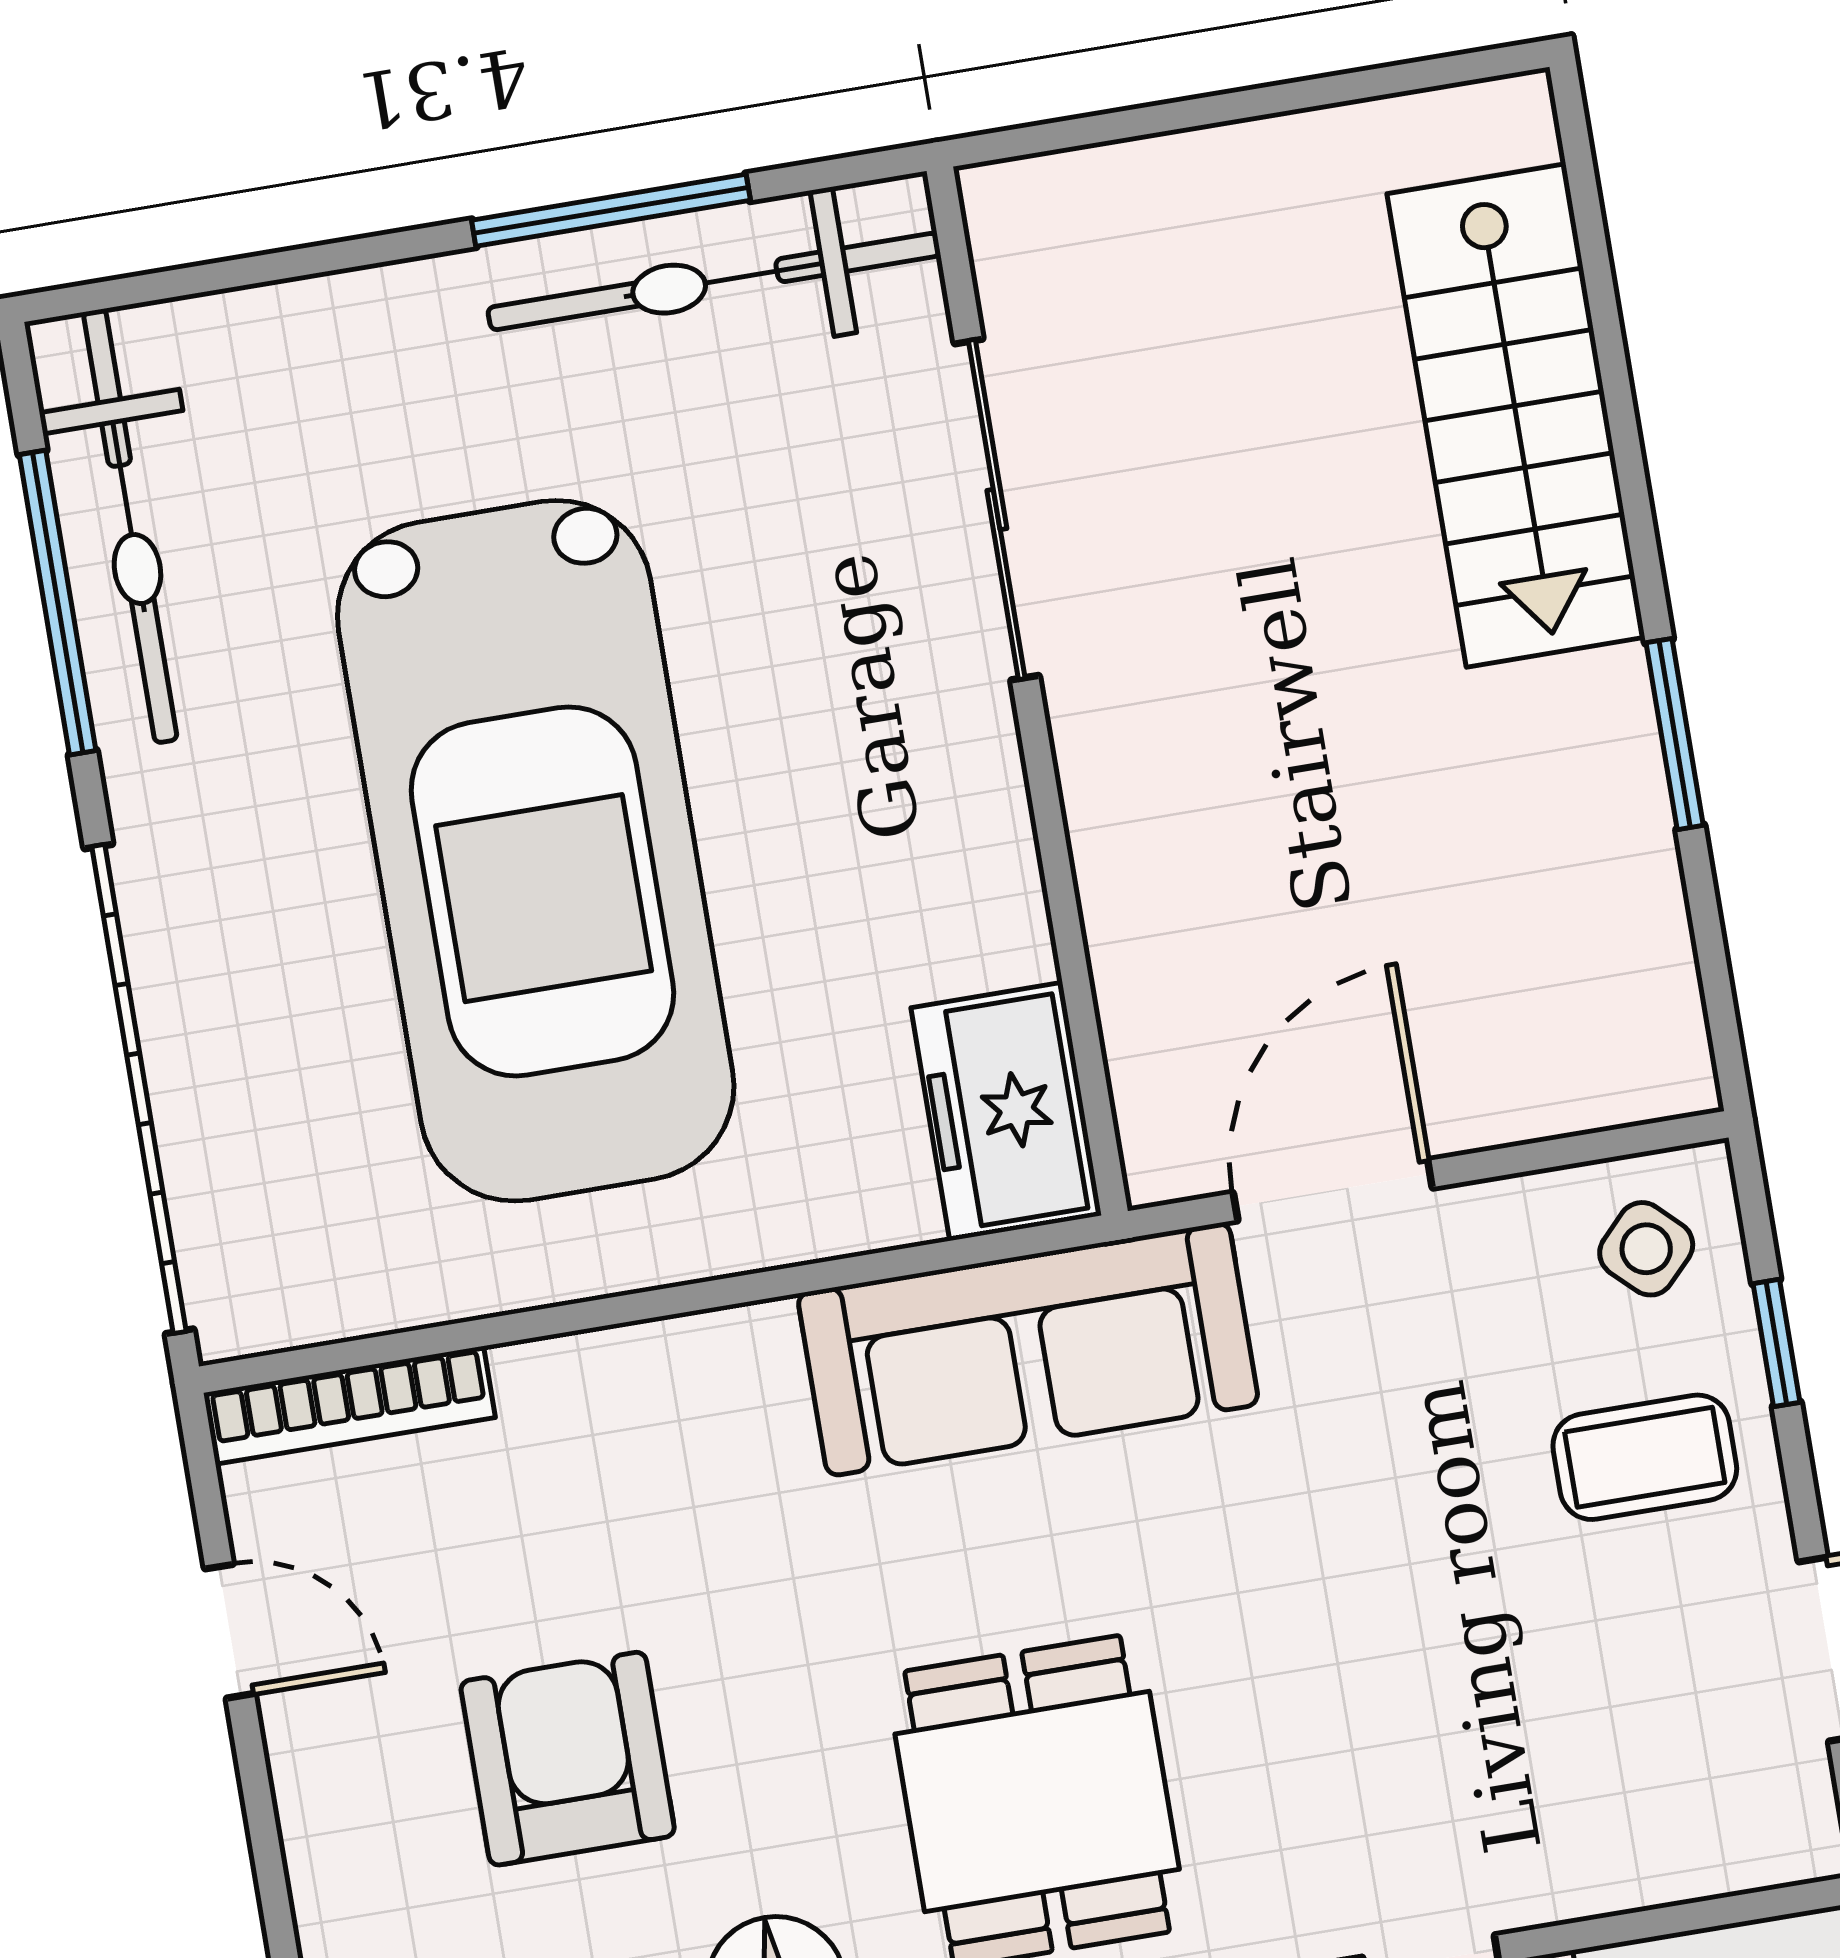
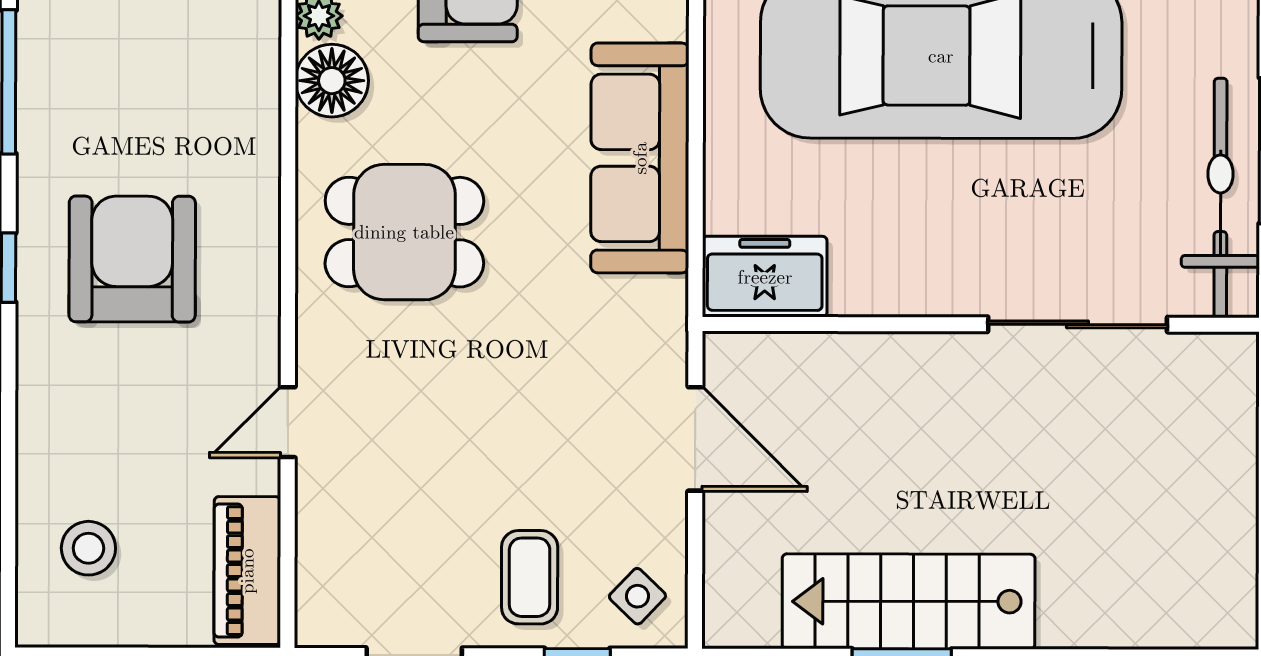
stairs: (1516, 415) -> (909, 601), moved
sofa: (1028, 1349) -> (640, 158), moved

